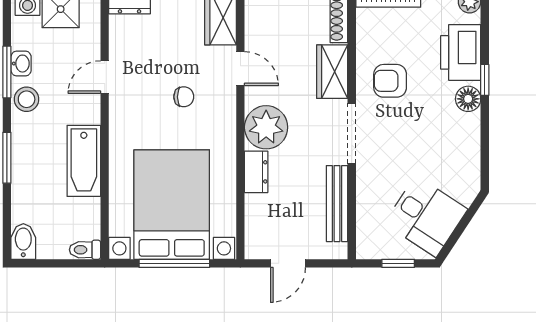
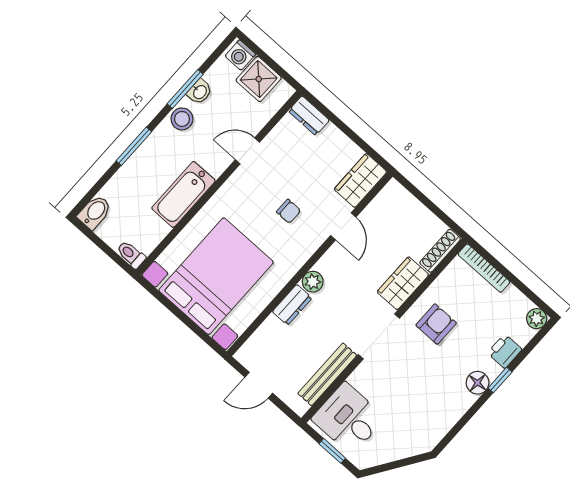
printer: (461, 52) -> (505, 351), width x0.53, depth x0.68
armchair: (390, 81) -> (436, 324), turned 90
plant: (266, 127) -> (313, 282), width x0.53, depth x0.53
desk: (426, 216) -> (348, 418), moved, turned 147
window: (174, 263) -> (183, 317), removed

